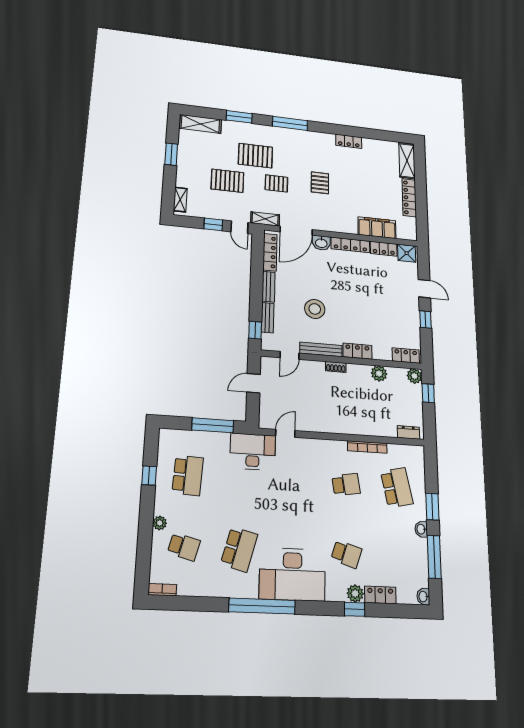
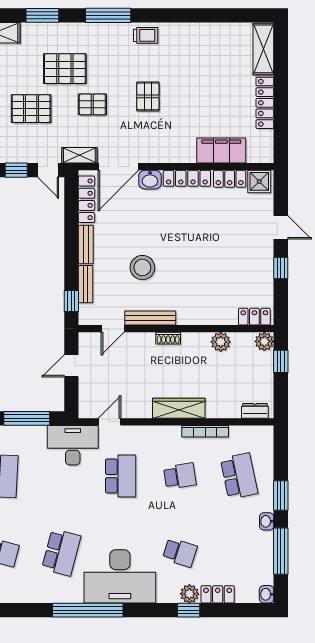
trolley: (318, 140) -> (146, 35), added
locker: (349, 141) -> (186, 31), removed
locker: (357, 351) -> (195, 316), removed
wardrobe: (345, 426) -> (179, 408), added
school desk: (294, 482) -> (121, 476), added

